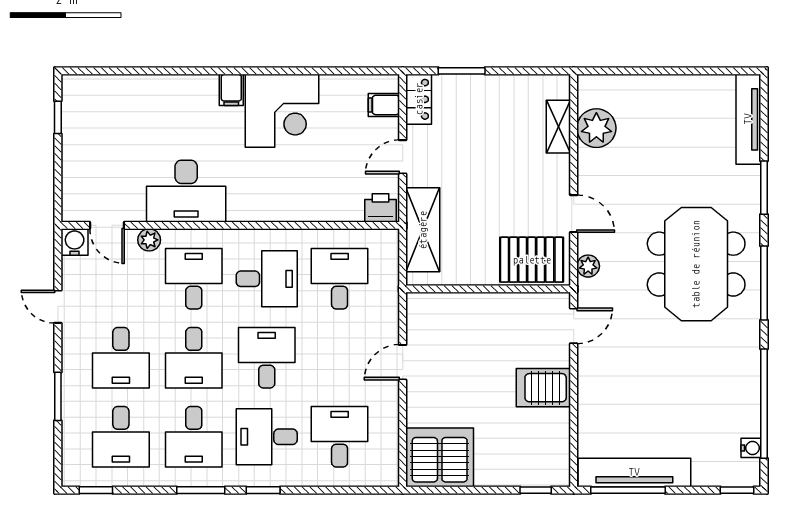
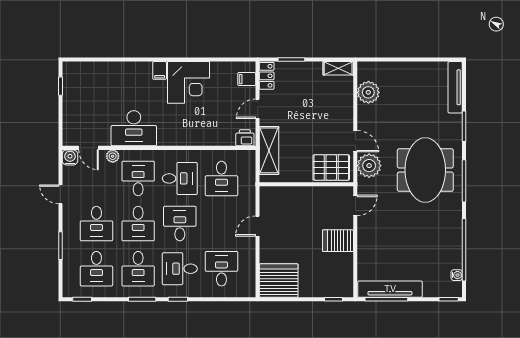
shelving: (558, 127) -> (338, 68), moved, turned 90
plant: (588, 266) -> (369, 166), width x1.88, depth x1.88
desk: (340, 279) -> (221, 178), turned 180

